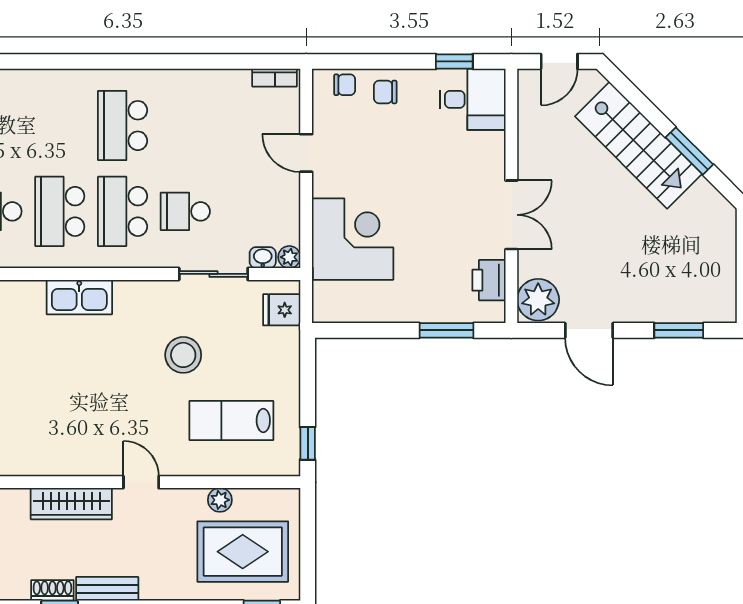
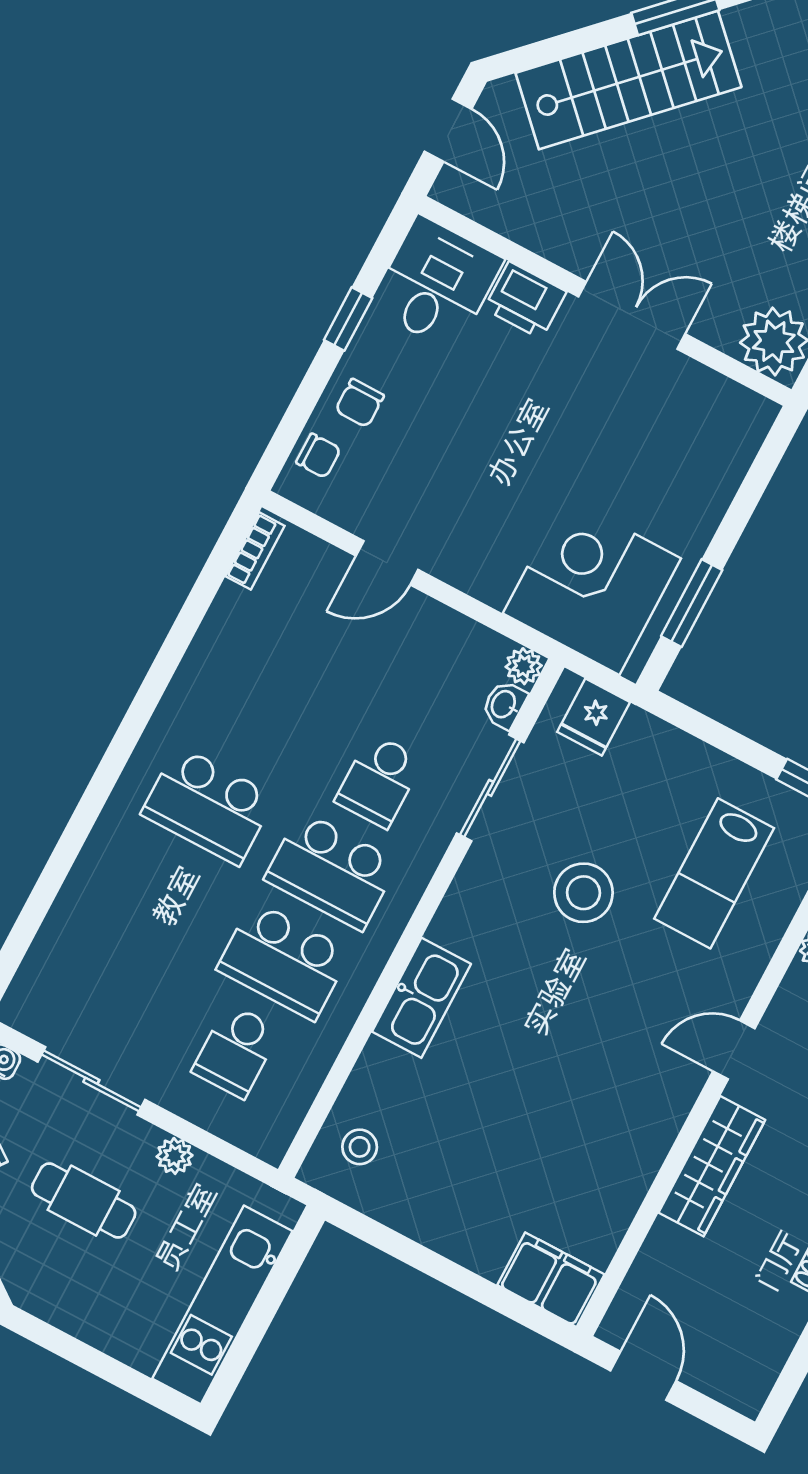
window: (454, 61) -> (348, 319), moved
chair: (345, 85) -> (318, 456), turned 90
corner desk: (353, 239) -> (592, 586), moved
printer: (489, 280) -> (525, 300), moved
window: (446, 330) -> (692, 603), moved

